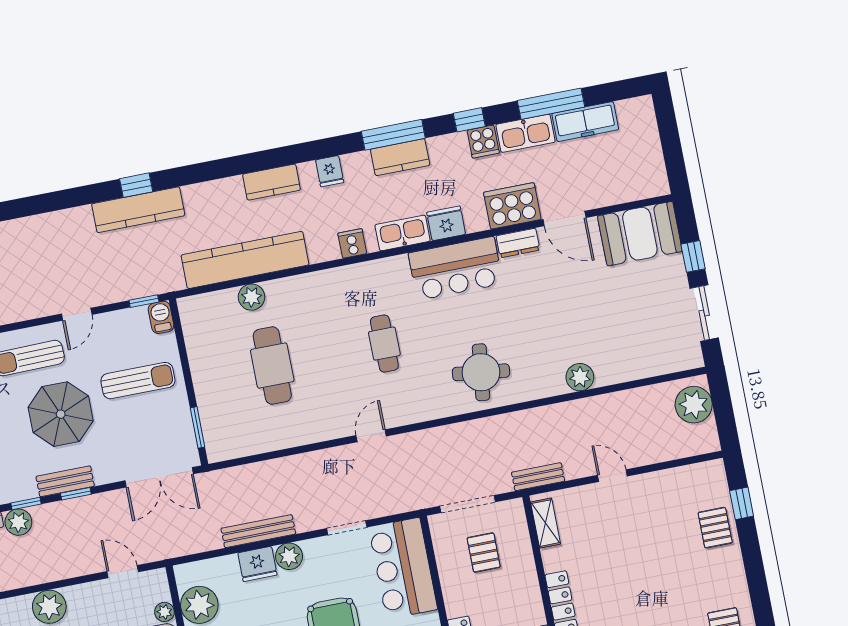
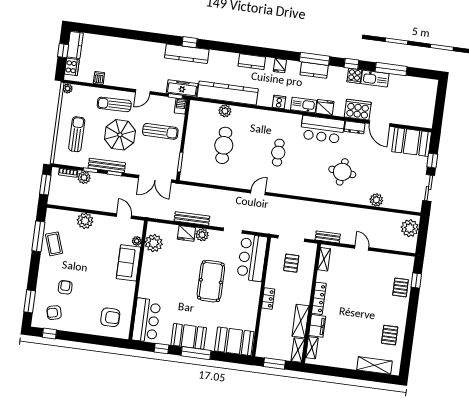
freezer: (585, 122) -> (182, 88), moved, turned 180
round table: (481, 372) -> (342, 172), moved
plant: (580, 377) -> (376, 200), moved
bench: (65, 481) -> (107, 165), width x1.36

